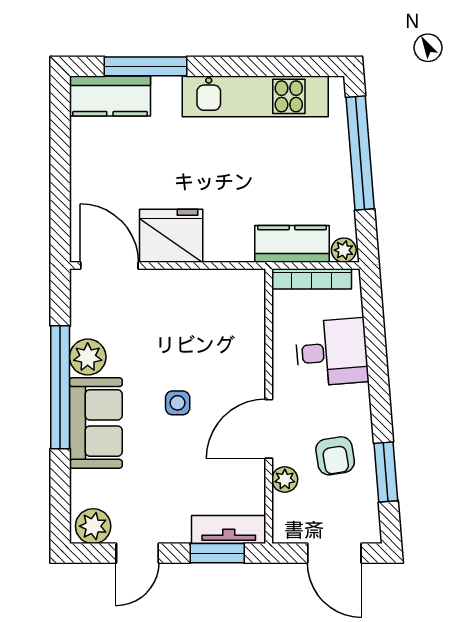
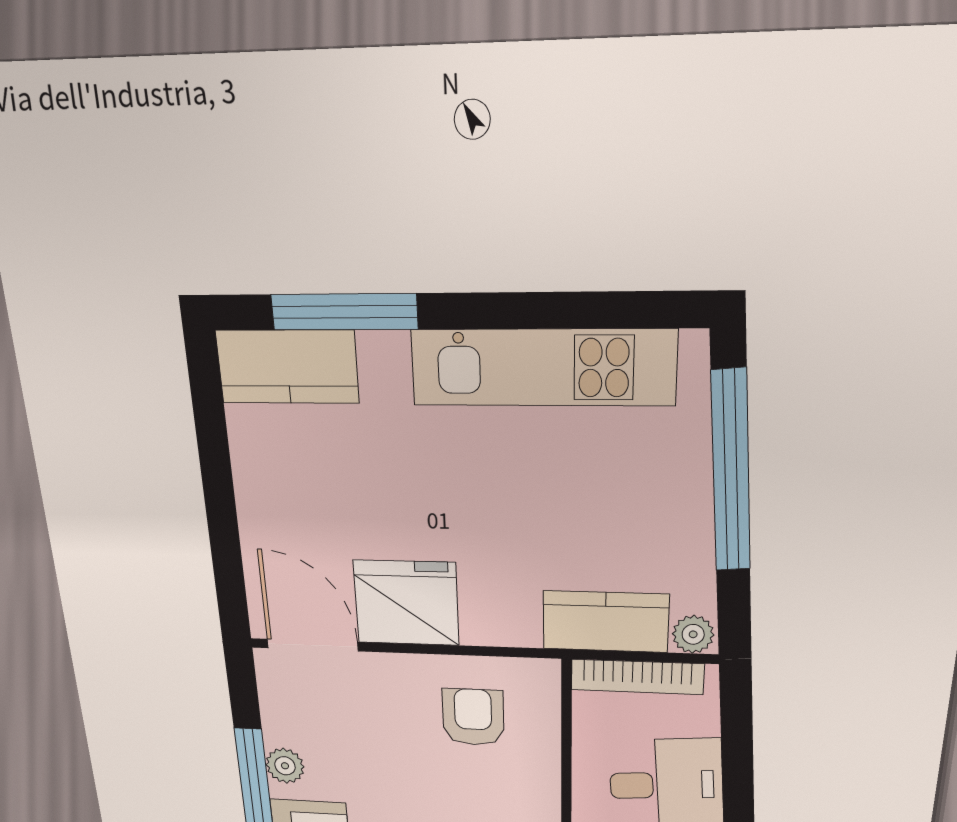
armchair: (210, 311) -> (473, 717), added
plant: (88, 357) -> (285, 766), width x0.73, depth x0.73

